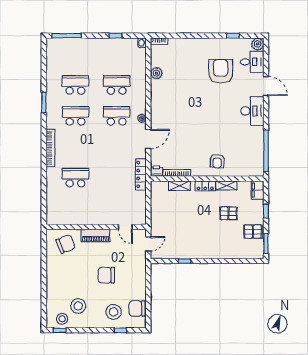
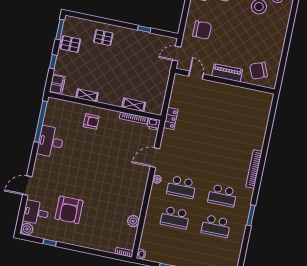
door: (266, 86) -> (27, 186), hinge flipped
desk: (252, 111) -> (51, 142), moved
armchair: (217, 161) -> (91, 121), turned 88
locker: (141, 174) -> (171, 119), width x0.66
school desk: (75, 178) -> (235, 134), removed
locker: (205, 186) -> (108, 99), removed
pallet: (228, 213) -> (103, 38), moved
chair: (106, 275) -> (202, 30), moved

